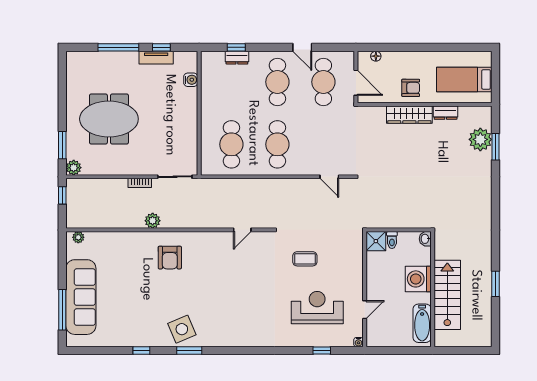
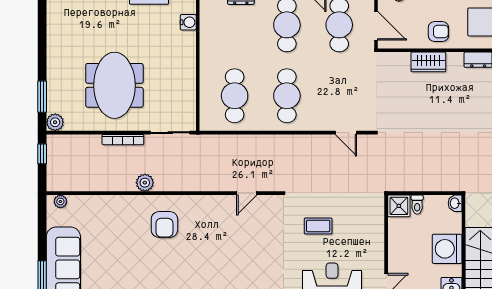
wardrobe: (409, 115) -> (428, 62), width x0.67
meeting table: (109, 119) -> (114, 85), moved, turned 90
bookcase: (140, 183) -> (123, 140), width x1.56

